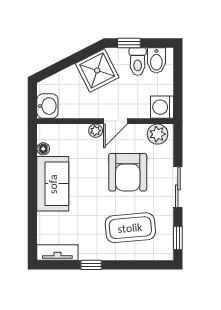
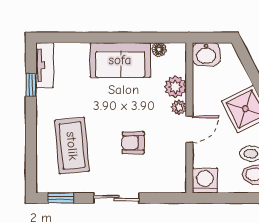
door: (116, 121) -> (189, 129), swing flipped
plant: (157, 134) -> (175, 87), moved
armchair: (128, 172) -> (133, 143), width x0.53, depth x0.53
window: (91, 265) -> (31, 85), moved

